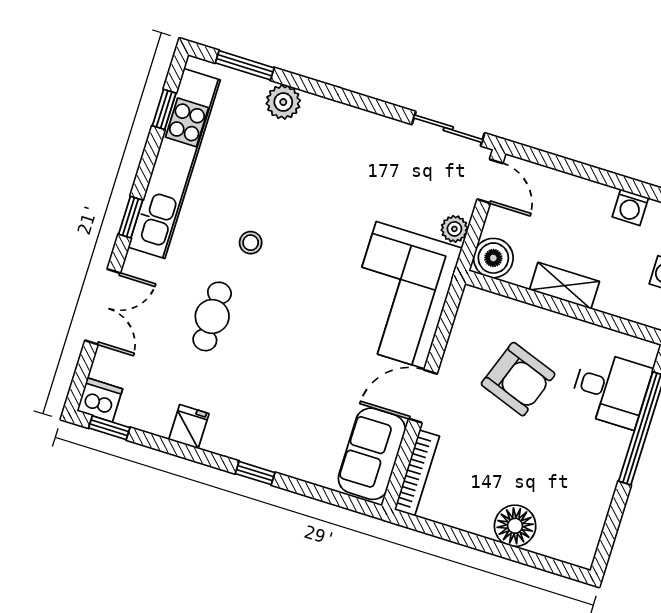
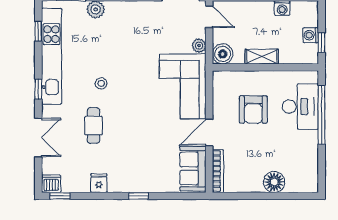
armchair: (518, 379) -> (253, 110), turned 70
desk: (611, 389) -> (300, 107), width x1.37

